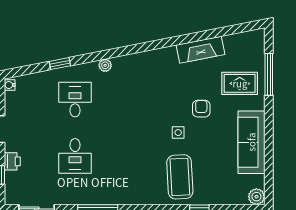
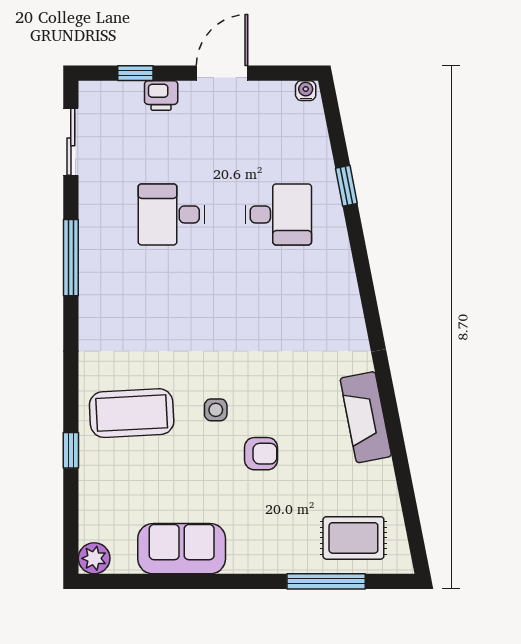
fireplace: (200, 50) -> (366, 417), moved
plant: (105, 65) -> (343, 271), removed
rug: (240, 83) -> (353, 538), moved, turned 90
sofa: (251, 142) -> (182, 549), width x0.73

